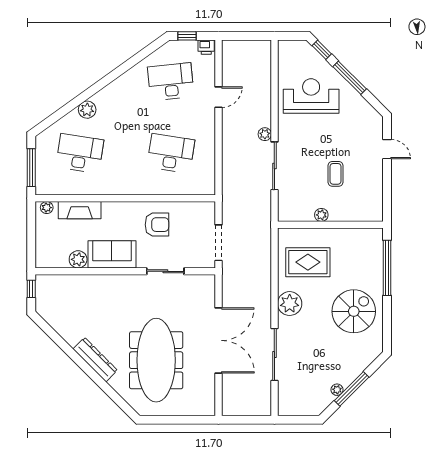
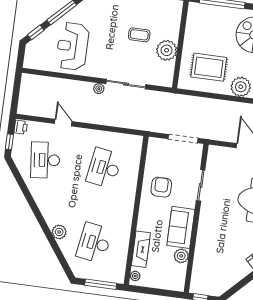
plant: (321, 215) -> (167, 50), width x1.88, depth x1.88
rug: (308, 262) -> (209, 67), turned 90

